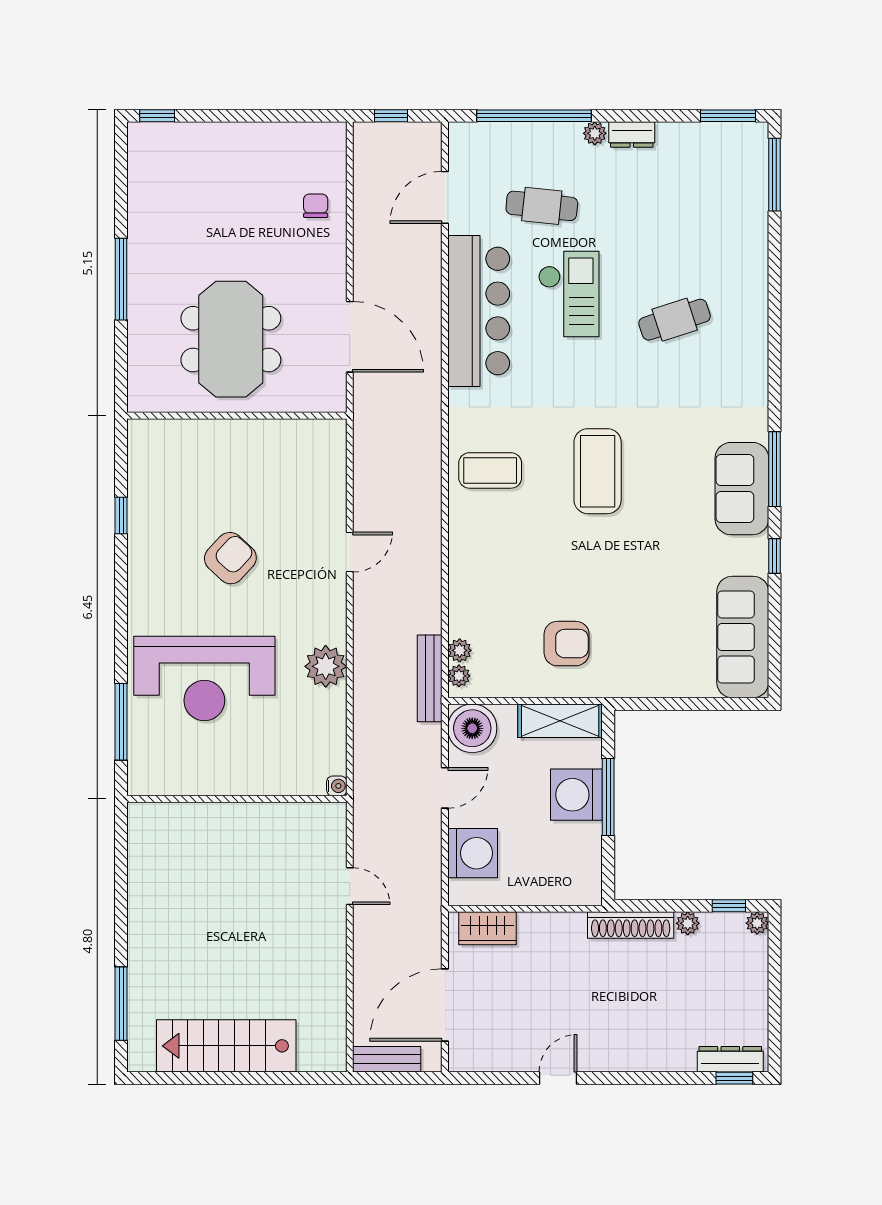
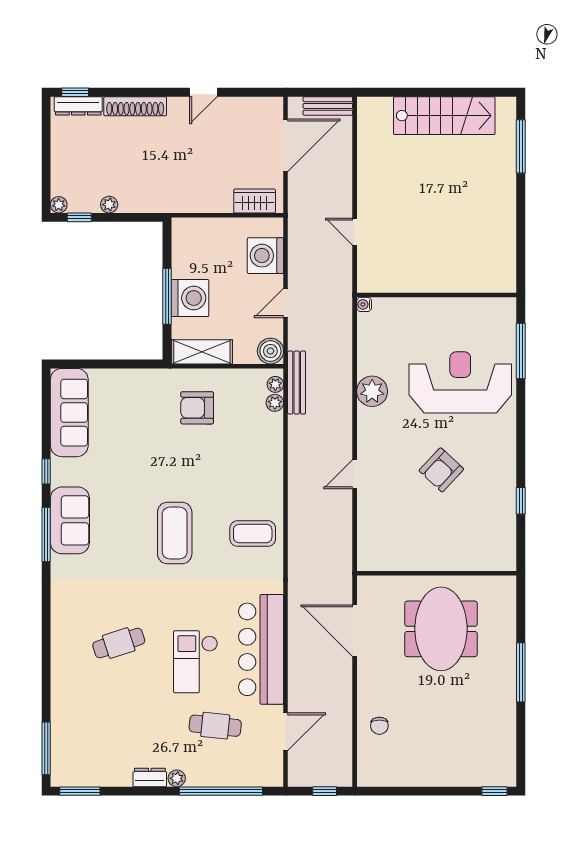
boiler: (472, 728) -> (270, 351), width x0.73, depth x0.73
shoe rack: (631, 925) -> (135, 106), moved, turned 180

